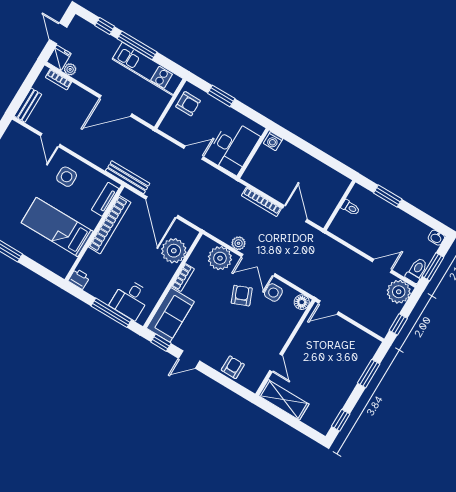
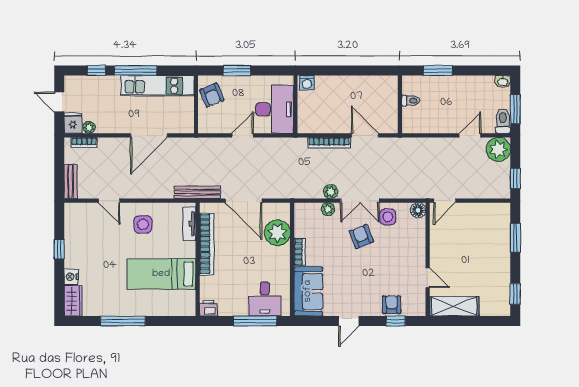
armchair: (188, 104) -> (212, 95), turned 67
plant: (220, 258) -> (328, 209), width x0.53, depth x0.53
window: (161, 343) -> (396, 321), moved

